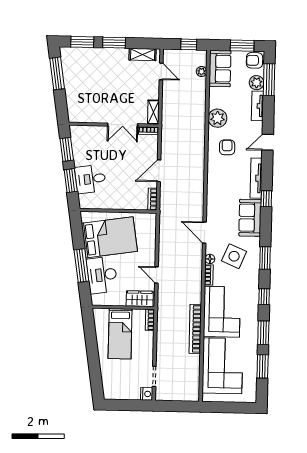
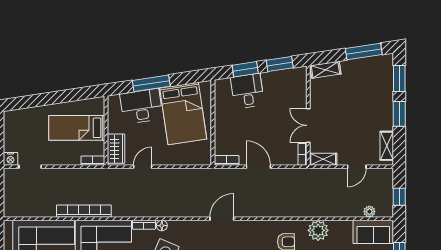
door: (161, 71) -> (357, 167), moved
shelving: (73, 108) -> (325, 70), added
door: (204, 233) -> (222, 219), moved

